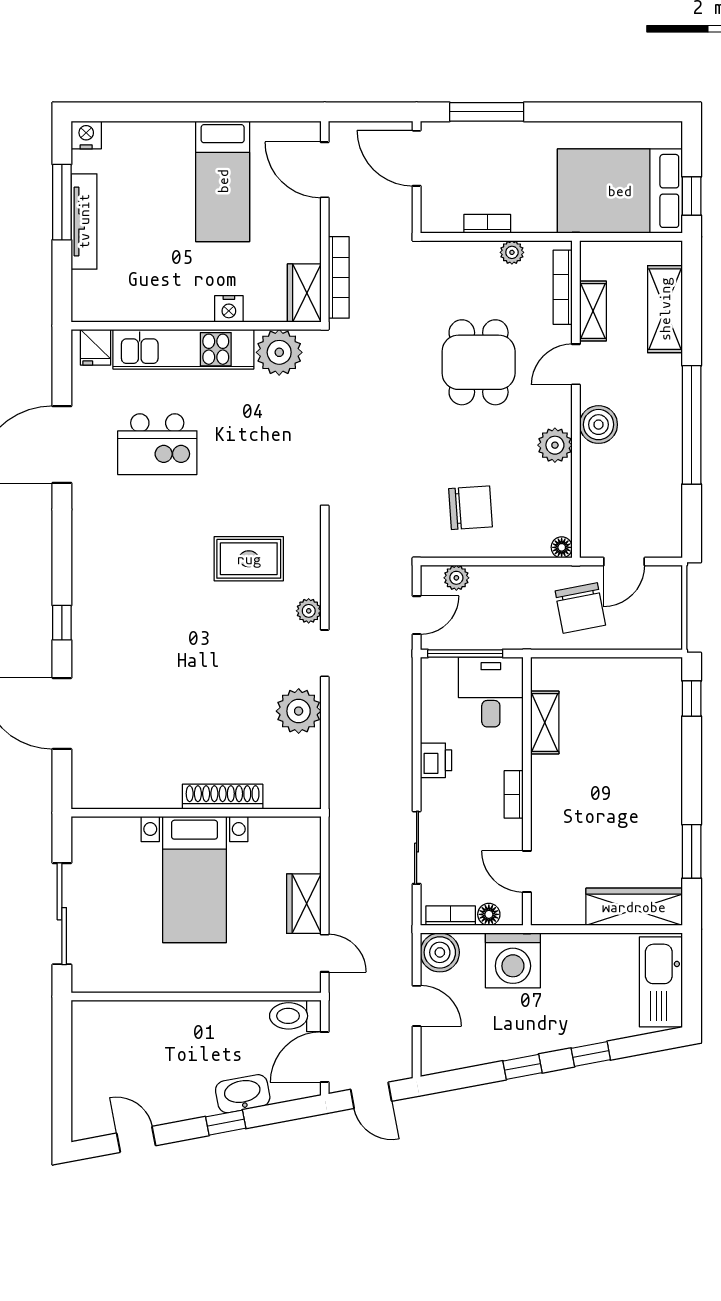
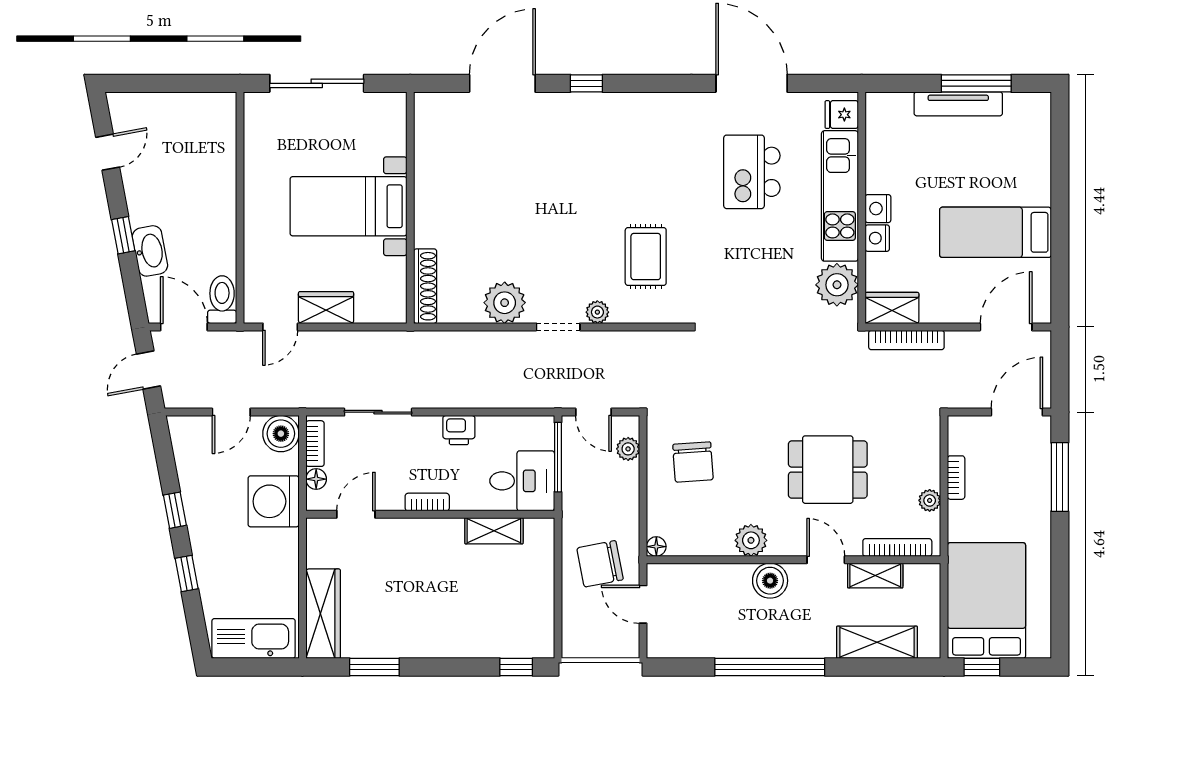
nightstand: (86, 135) -> (878, 209), moved, turned 180
shoe rack: (223, 797) -> (425, 286), moved

